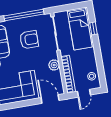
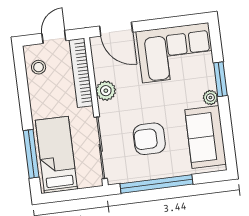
window: (94, 28) -> (31, 154), width x2.17

